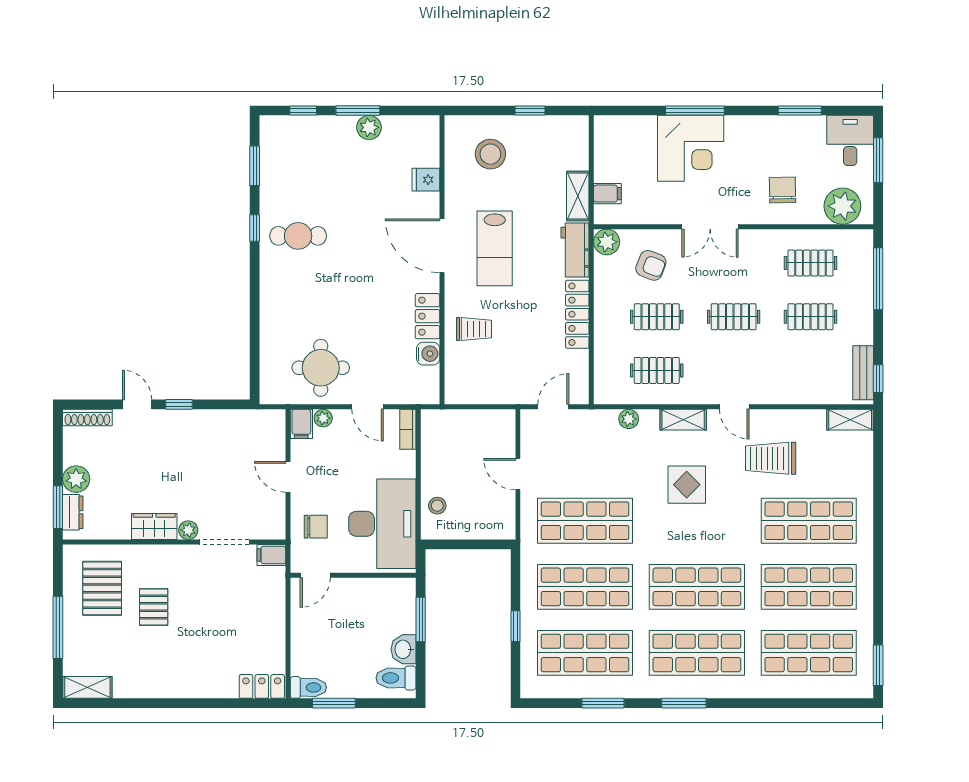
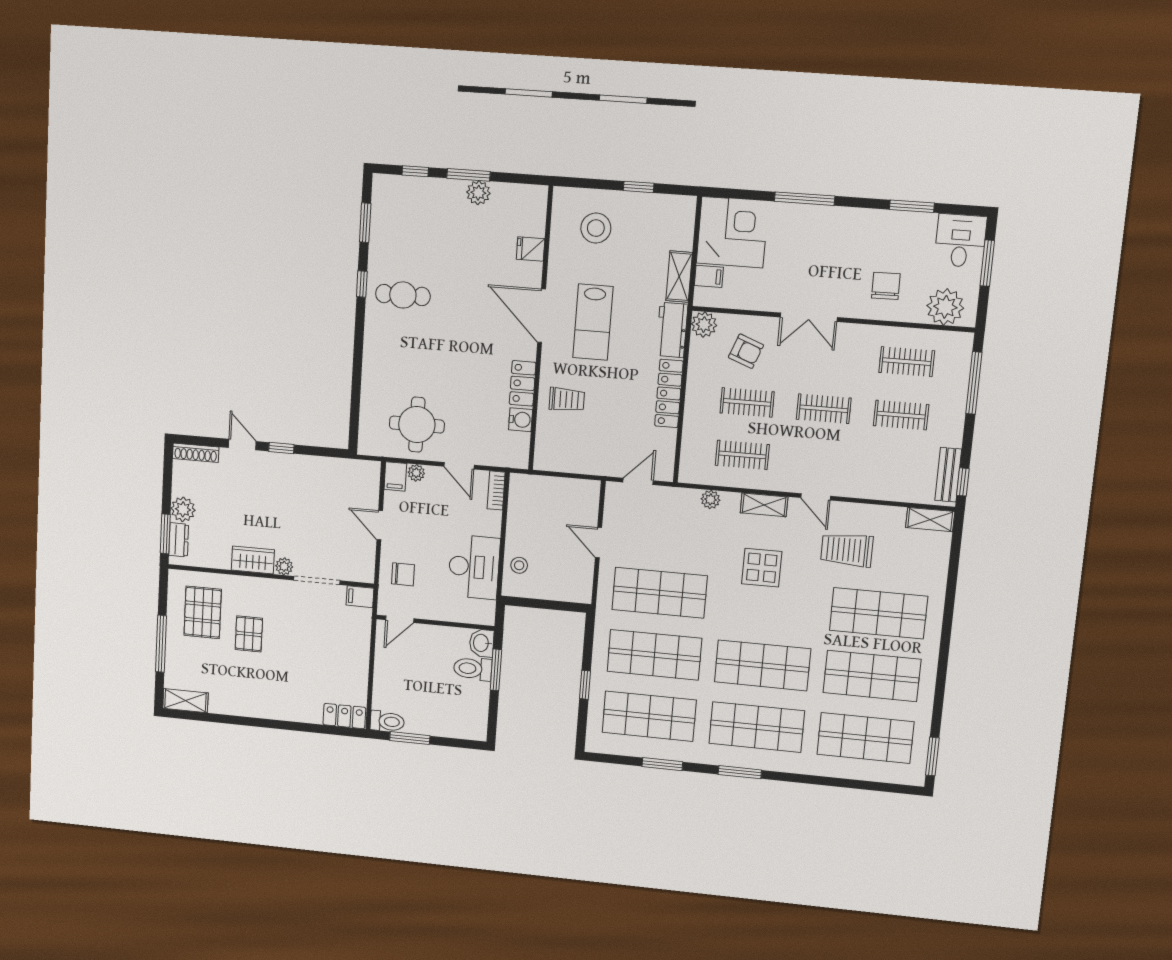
corner desk: (691, 148) -> (732, 232), moved, turned -90
desk: (382, 524) -> (474, 567), width x0.73, depth x0.77
washbasin: (404, 649) -> (482, 643), moved
toilet: (396, 678) -> (473, 669), moved

